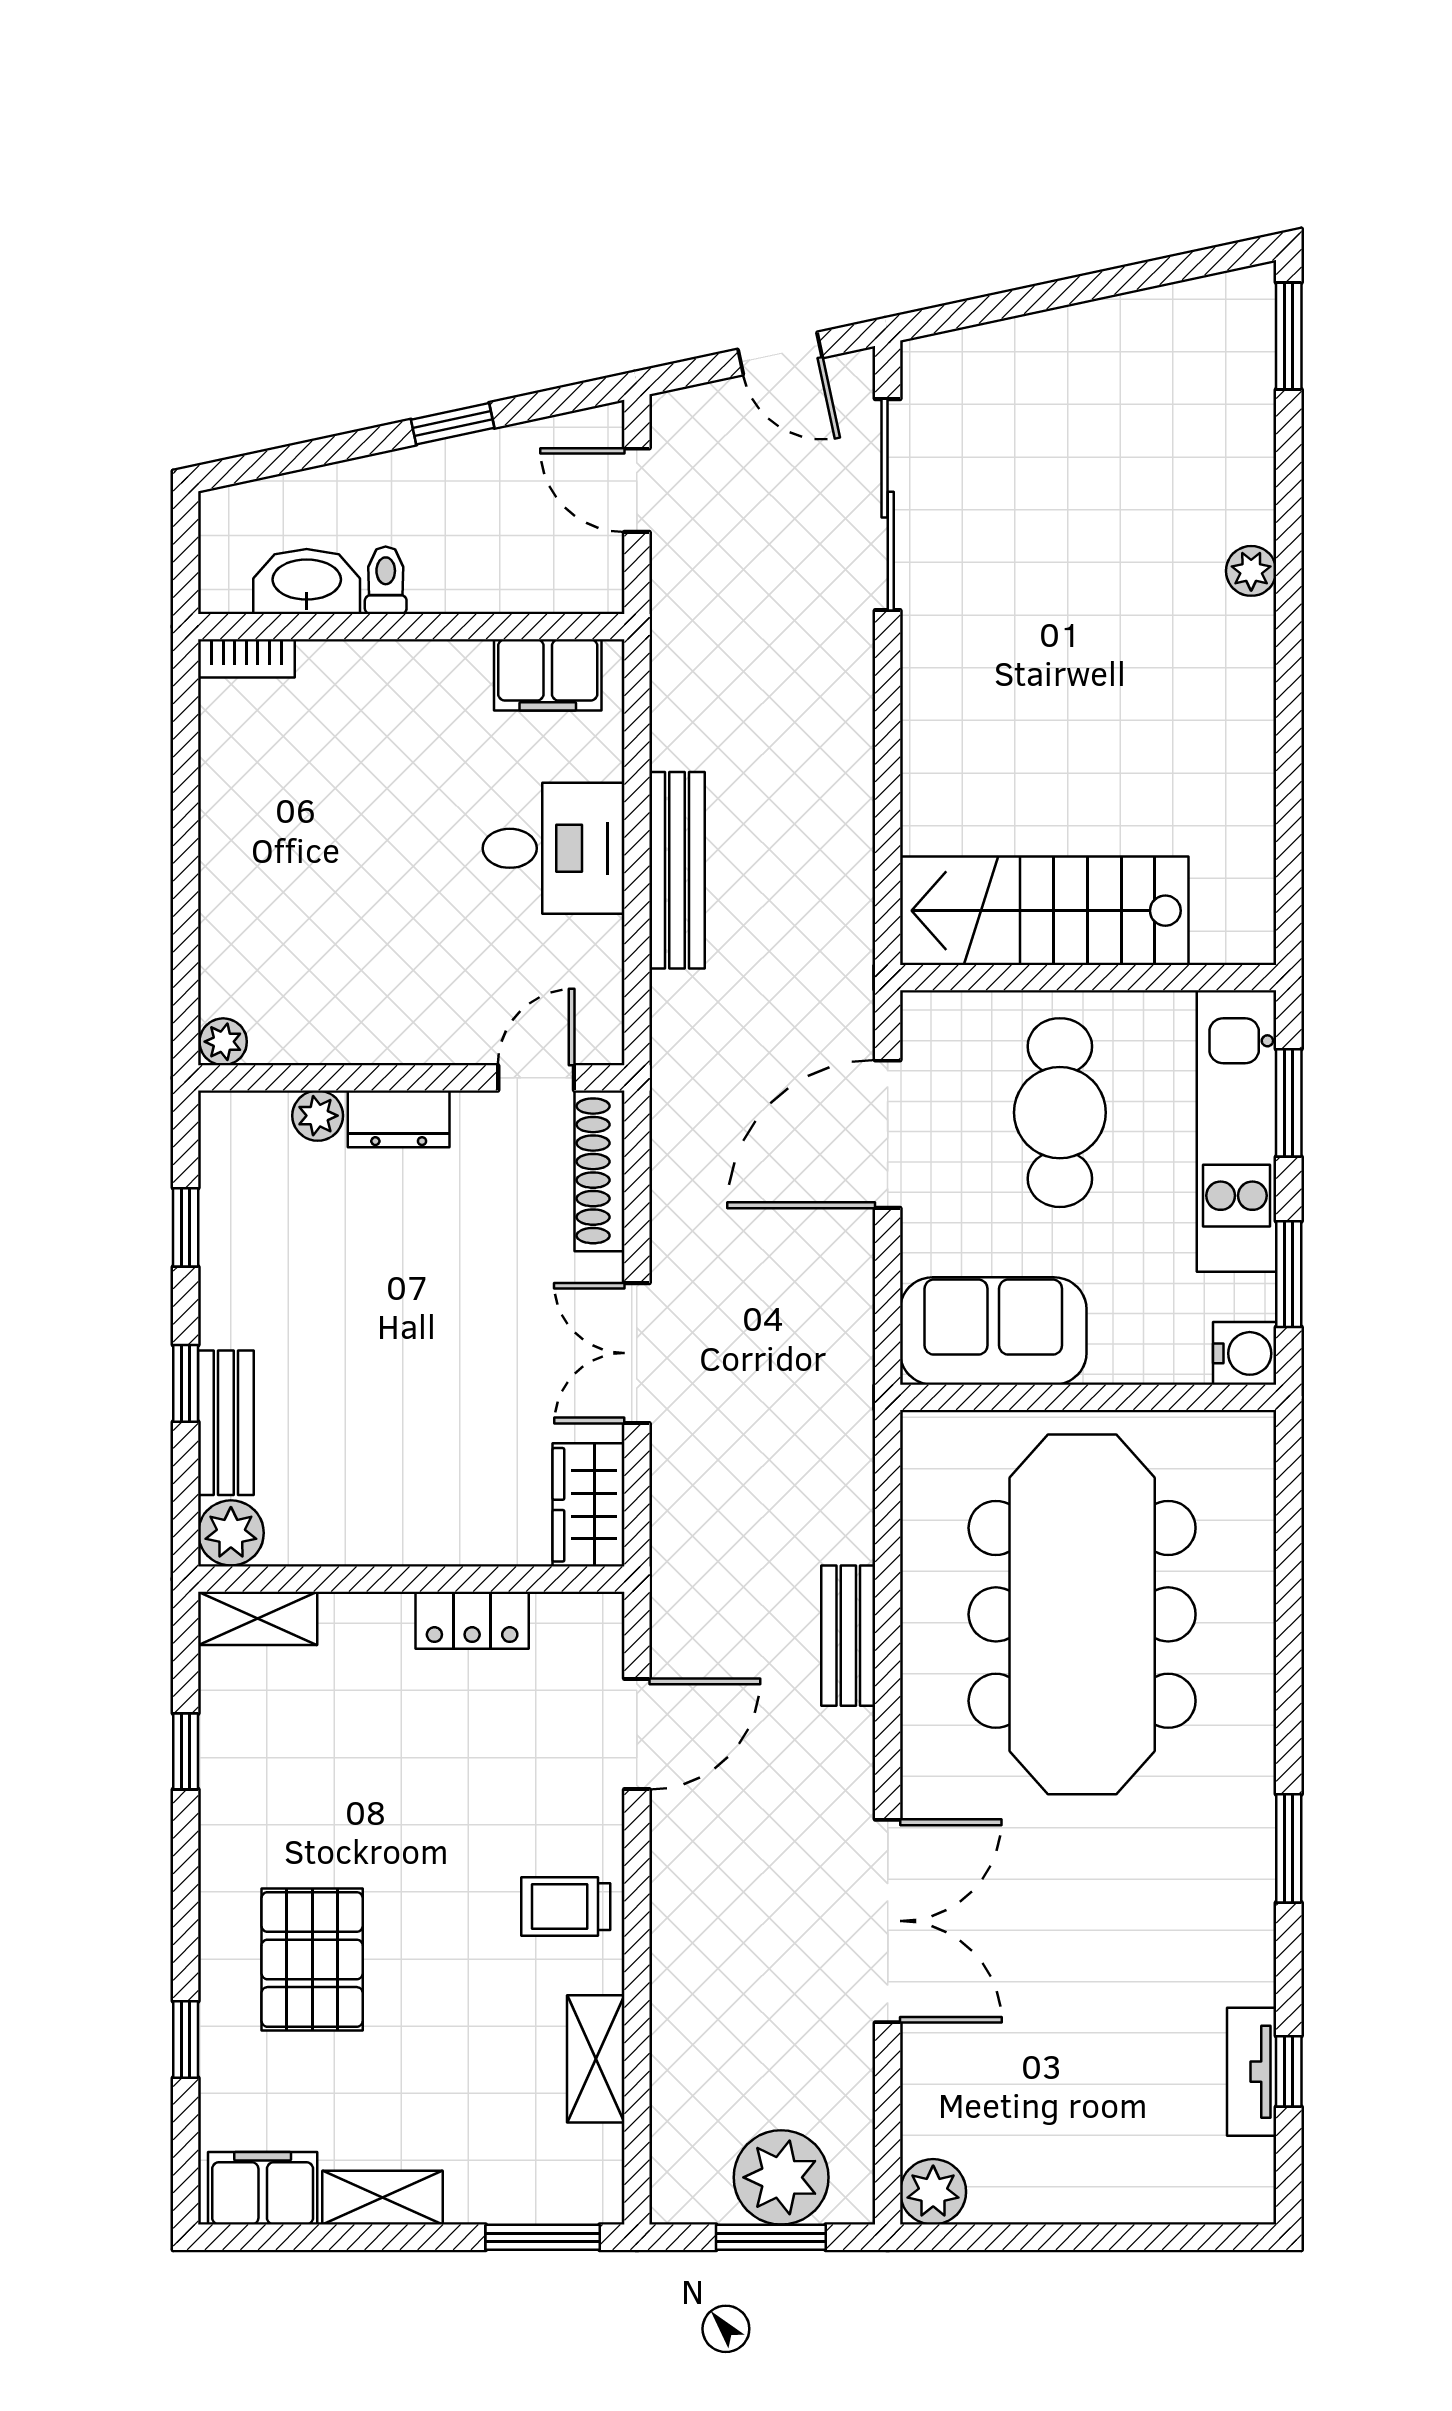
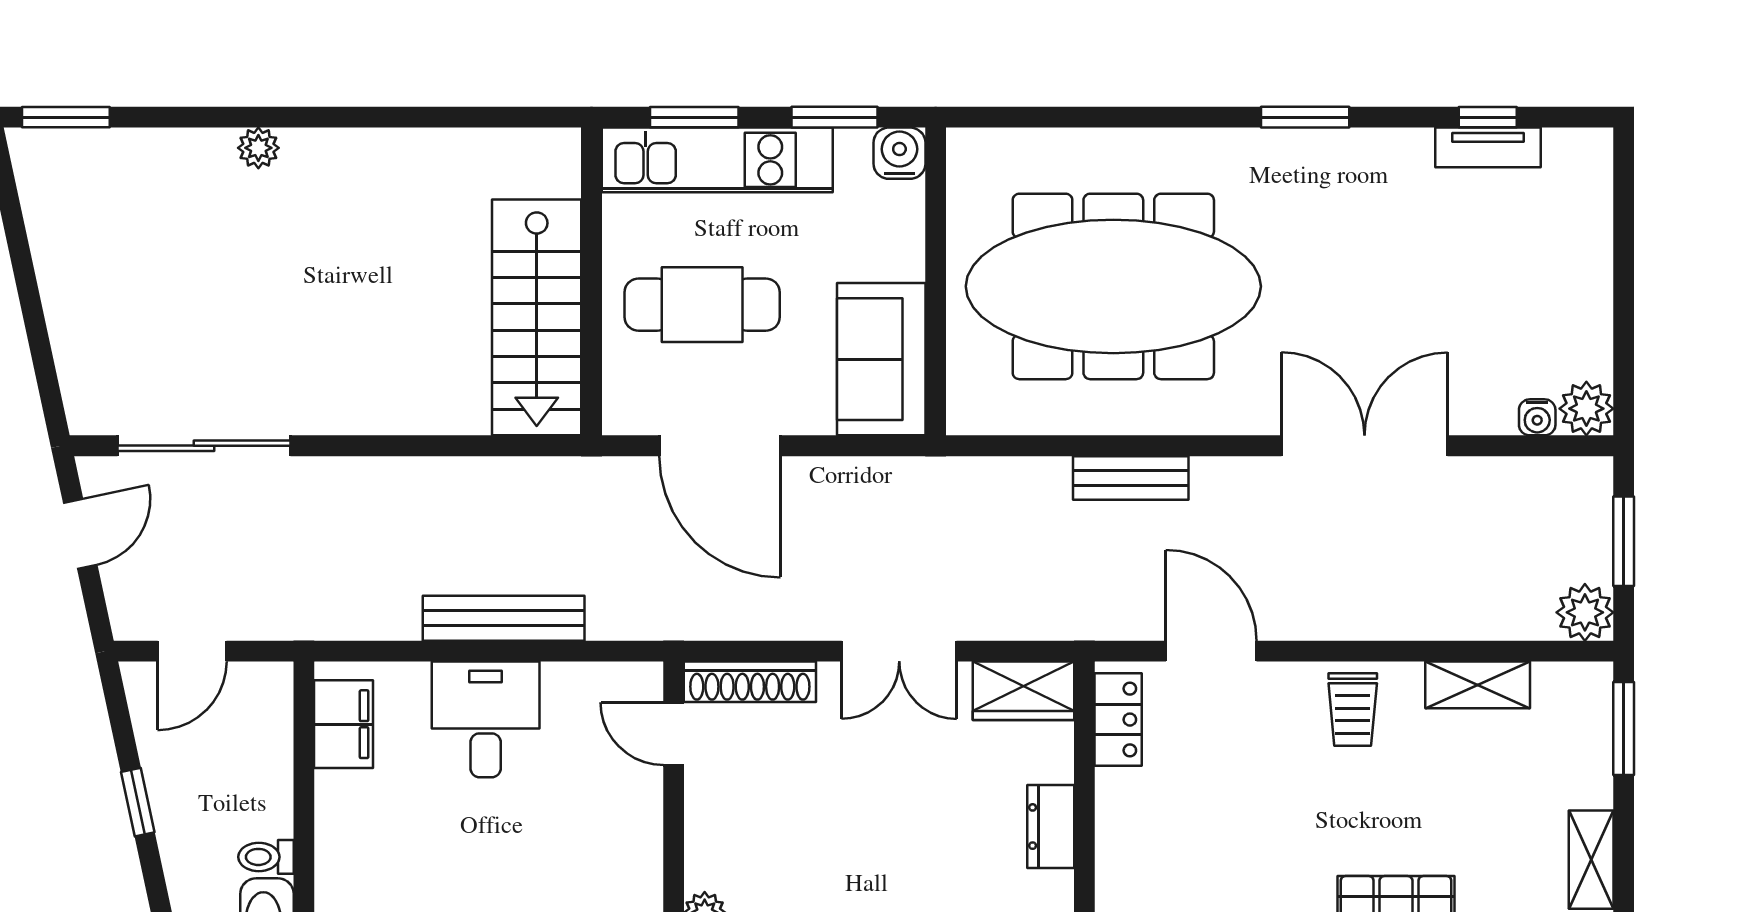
dresser: (399, 1119) -> (1051, 827), moved, turned 180
locker: (472, 1620) -> (1118, 720), moved
water cooler: (922, 2132) -> (1537, 417), added
plant: (781, 2177) -> (1585, 612), moved, width x0.73, depth x0.73

